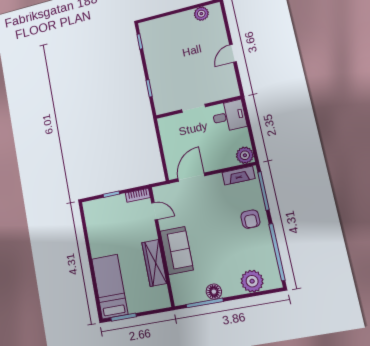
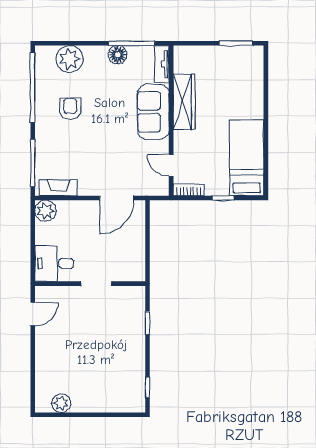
door: (233, 53) -> (33, 314), moved
armchair: (250, 219) -> (70, 109), moved
bed: (110, 286) -> (247, 158), moved, turned 180
tv unit: (177, 290) -> (162, 64), added

